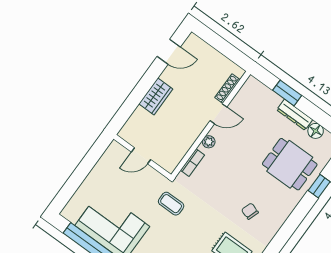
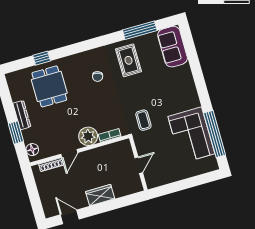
door: (218, 114) -> (69, 153), swing flipped
floor lamp: (316, 131) -> (32, 150), moved
plant: (209, 142) -> (88, 136), width x1.88, depth x1.88
door: (141, 156) -> (139, 165), hinge flipped

